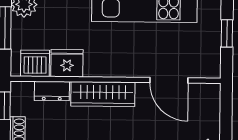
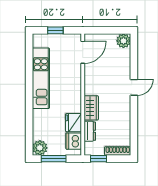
door: (169, 80) -> (83, 52), moved
wardrobe: (103, 94) -> (91, 108), width x0.67

